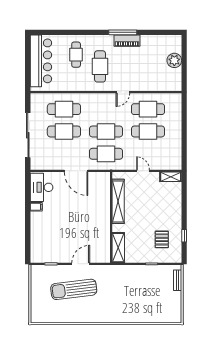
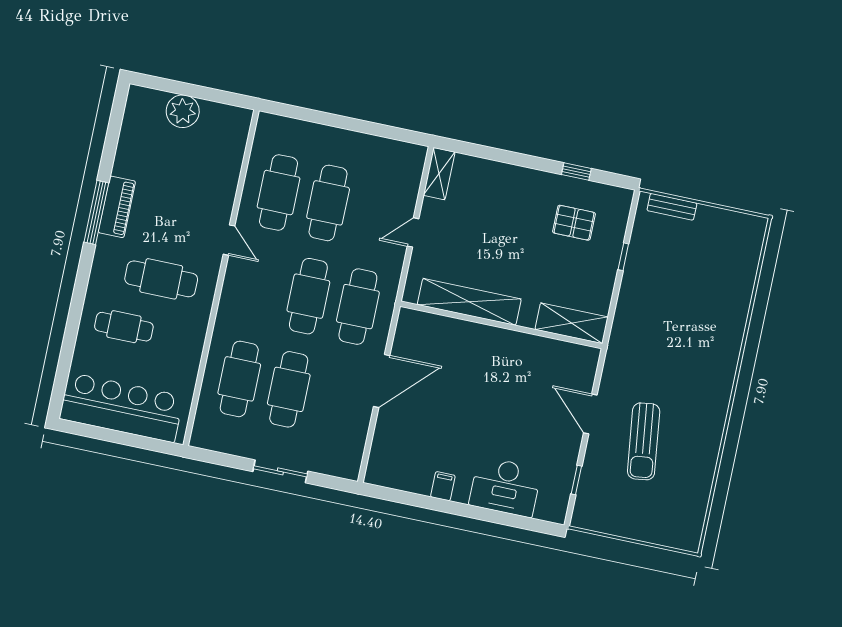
sliding door: (28, 135) -> (280, 471), width x0.54
desk: (42, 187) -> (505, 487), moved
sun lounger: (74, 289) -> (644, 441), width x0.73, depth x0.75

